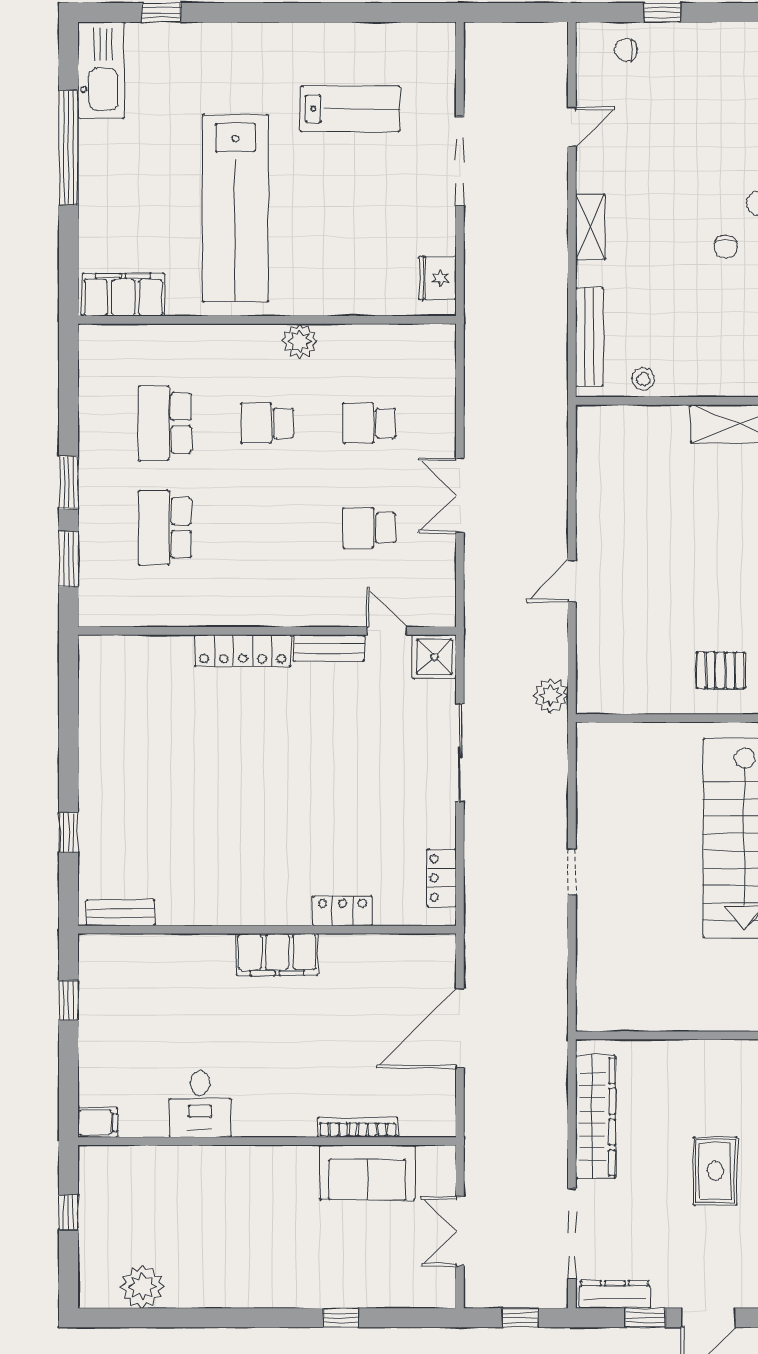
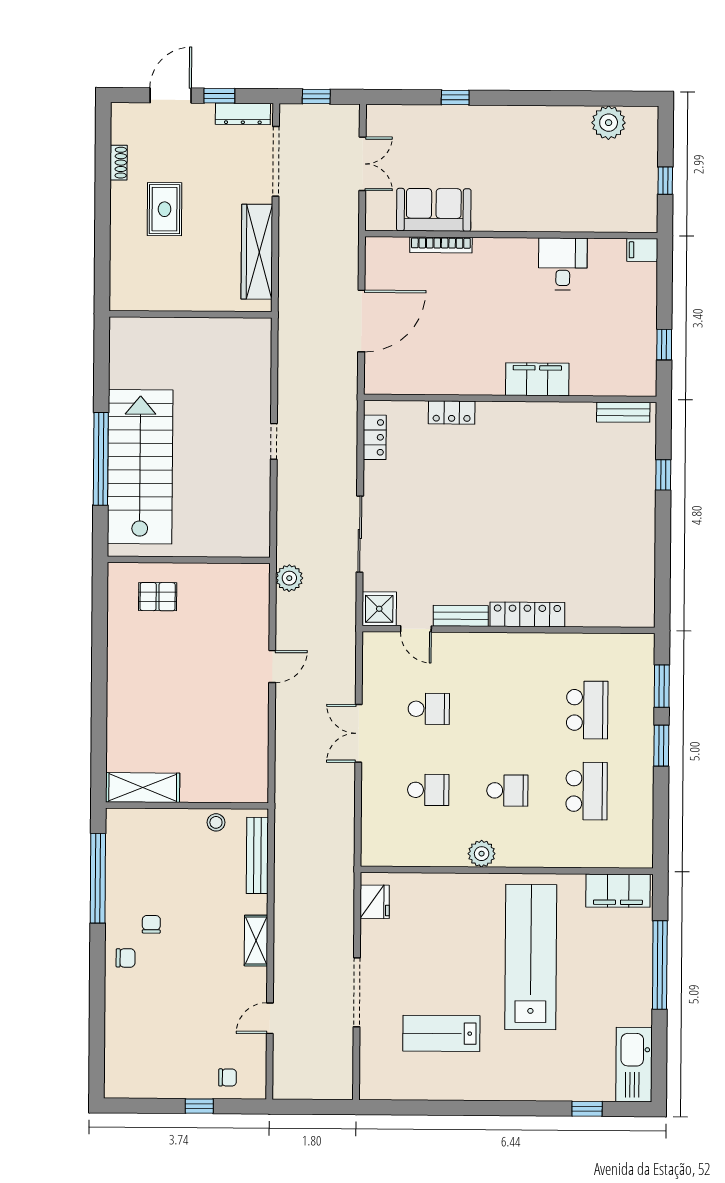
window: (69, 147) -> (660, 965), moved
double door: (460, 495) -> (358, 733), swing flipped
filing cabinet: (277, 954) -> (537, 379), moved

